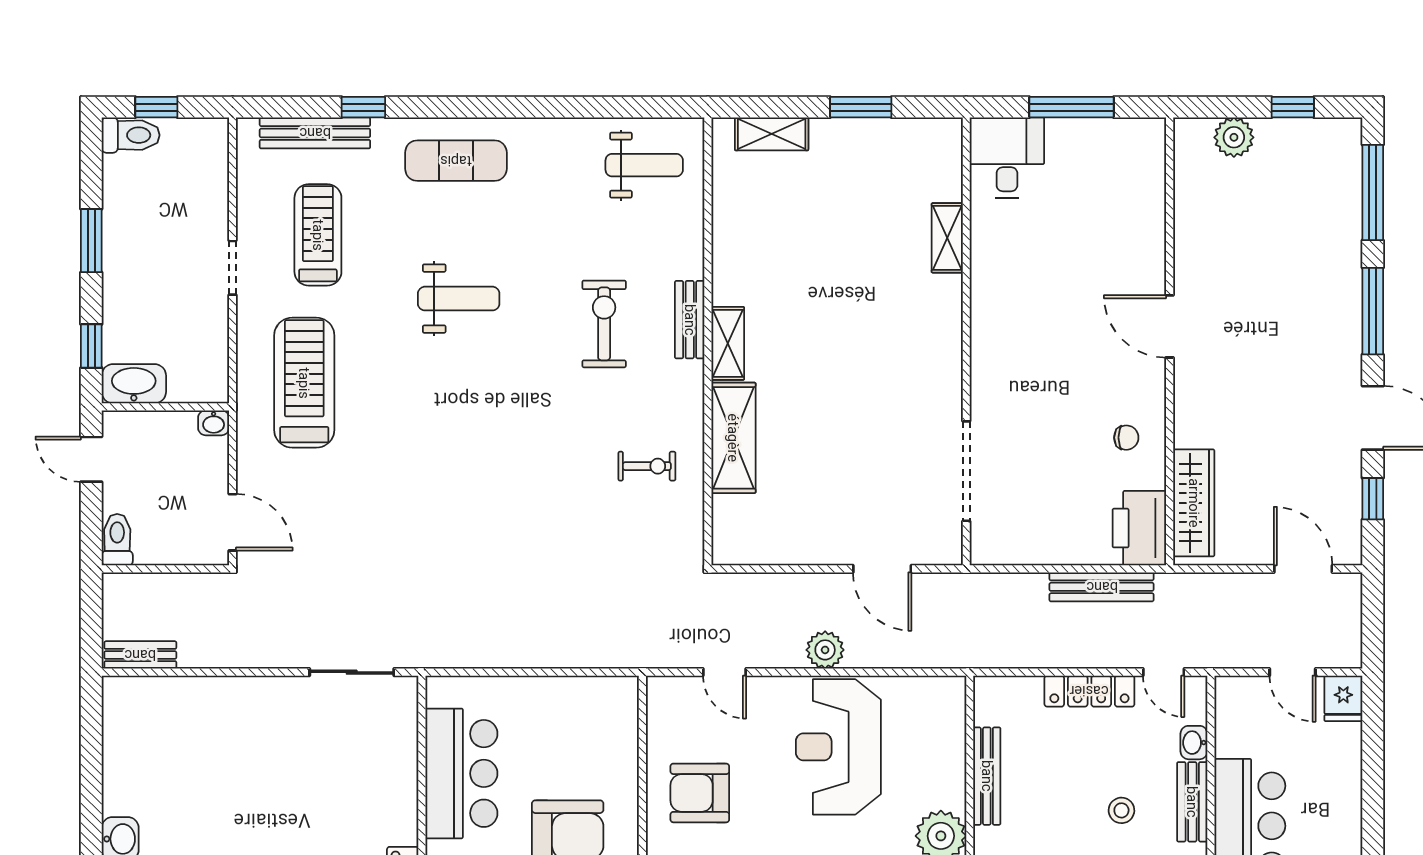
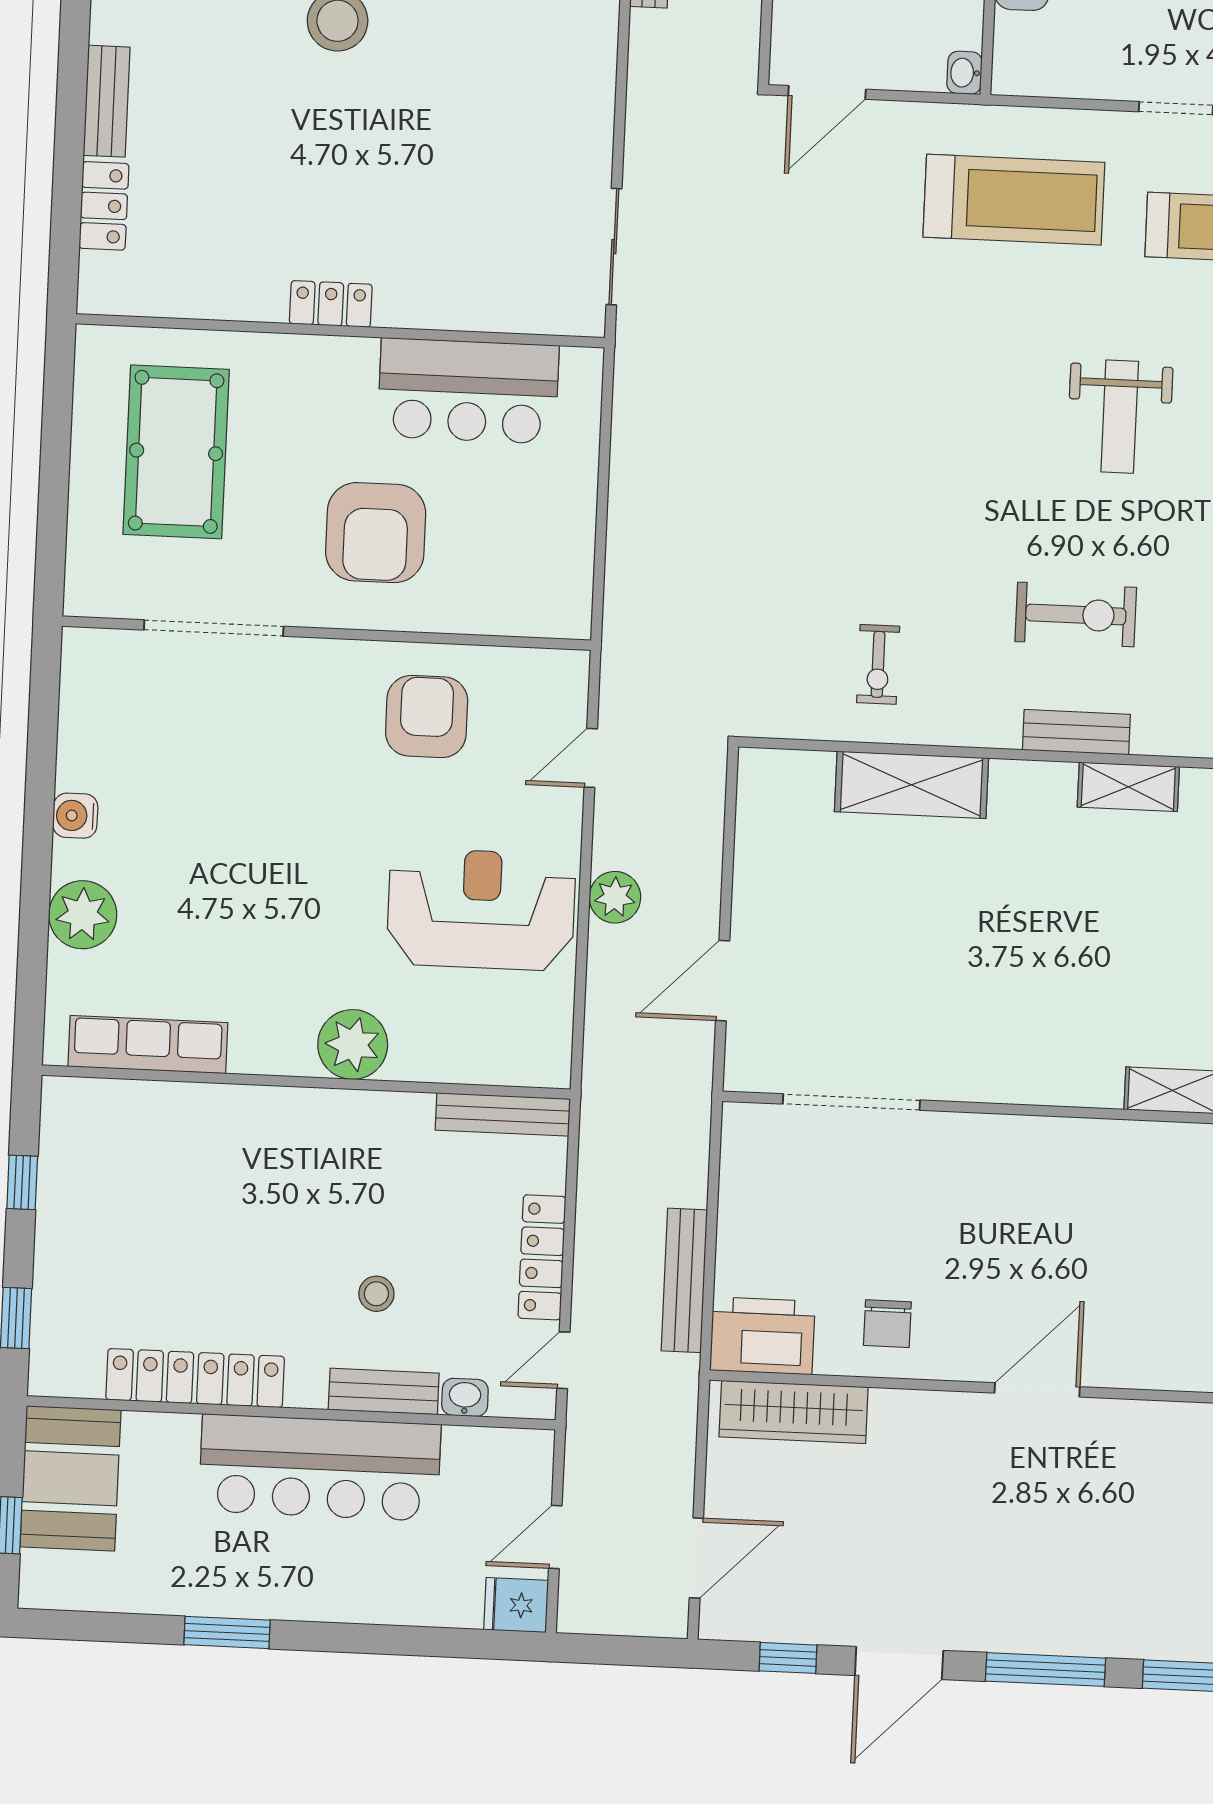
shelving: (728, 343) -> (1128, 787), moved
chair: (1126, 438) -> (887, 1324), width x1.37, depth x1.37
bench: (987, 776) -> (503, 1114), moved

